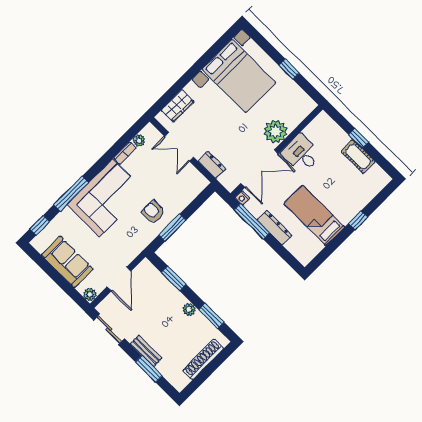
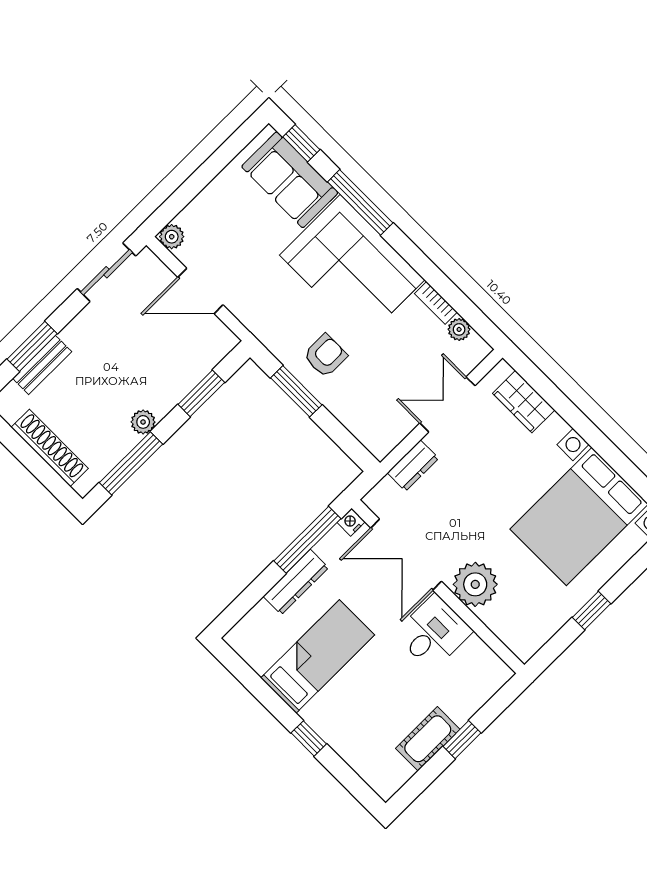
sofa: (67, 262) -> (290, 180), moved, turned 90
window: (211, 316) -> (131, 463), width x1.44
bench: (146, 351) -> (42, 365), moved

